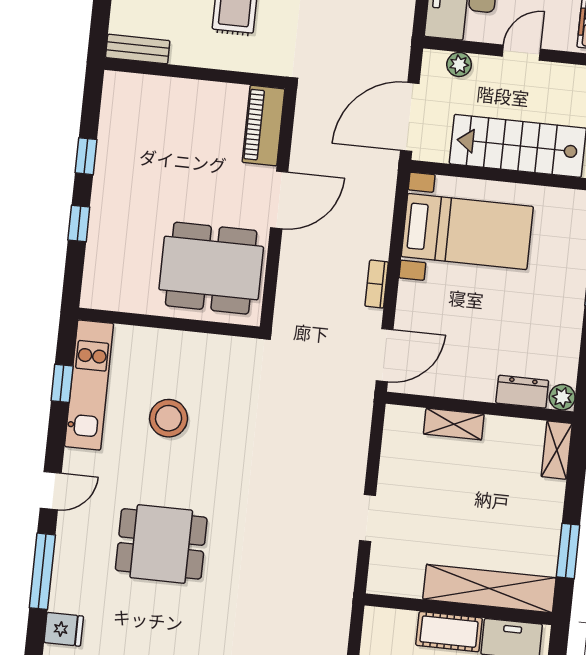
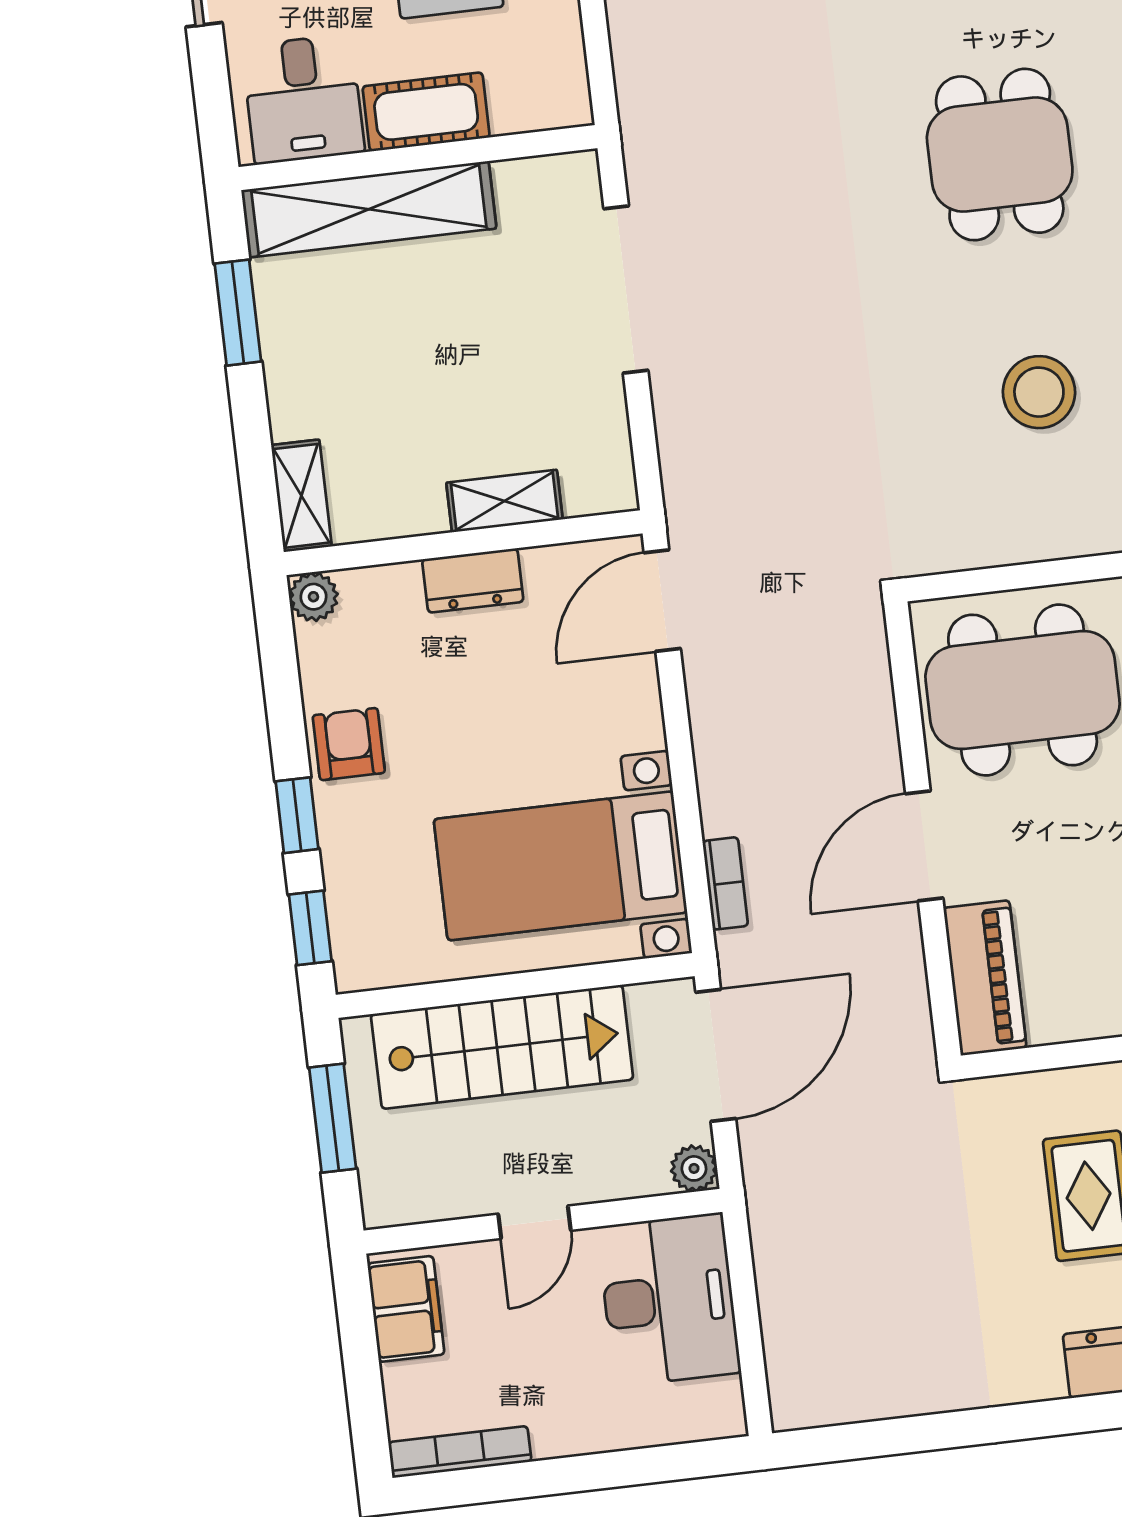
plant: (459, 64) -> (694, 1168), moved
bookcase: (377, 284) -> (725, 883), moved
armchair: (561, 318) -> (349, 744), added
dresser: (522, 392) -> (473, 581), moved
doorway: (368, 518) -> (626, 289), width x1.88
dining table: (161, 544) -> (1000, 155), turned 90

